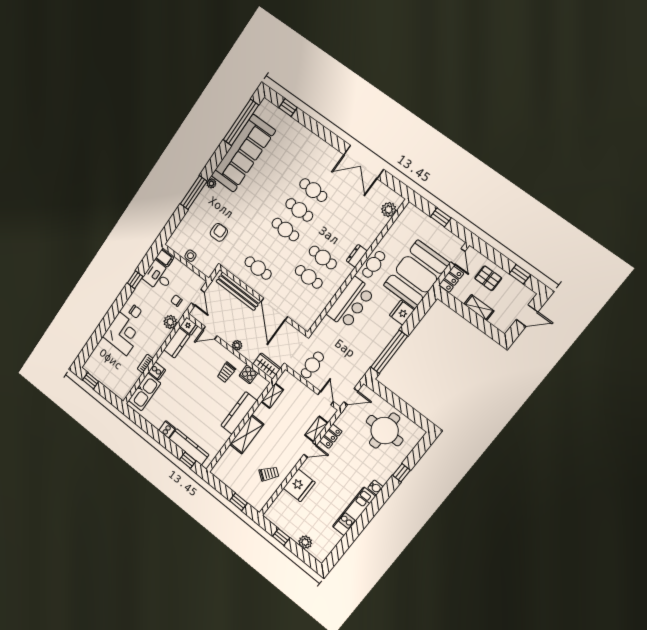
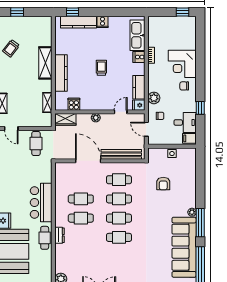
cafe table: (313, 190) -> (119, 199), moved
window: (194, 193) -> (200, 223), moved
trolley: (226, 372) -> (101, 68), moved

